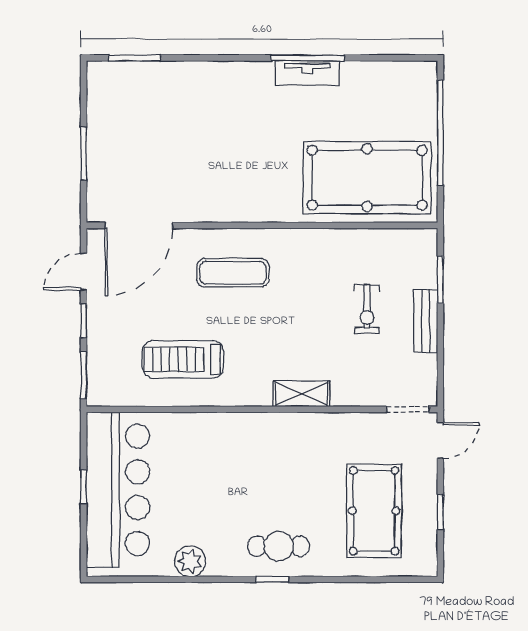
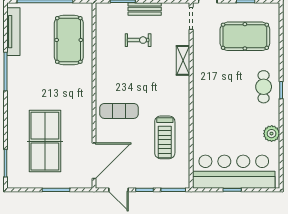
tv unit: (307, 73) -> (13, 32), moved, width x1.41
table tennis table: (176, 133) -> (45, 141), added
pool table: (367, 178) -> (69, 40), width x0.73, depth x0.76
door: (139, 225) -> (94, 161), hinge flipped
exercise mat: (233, 273) -> (119, 111), turned 90
shelving: (302, 394) -> (183, 60), moved

